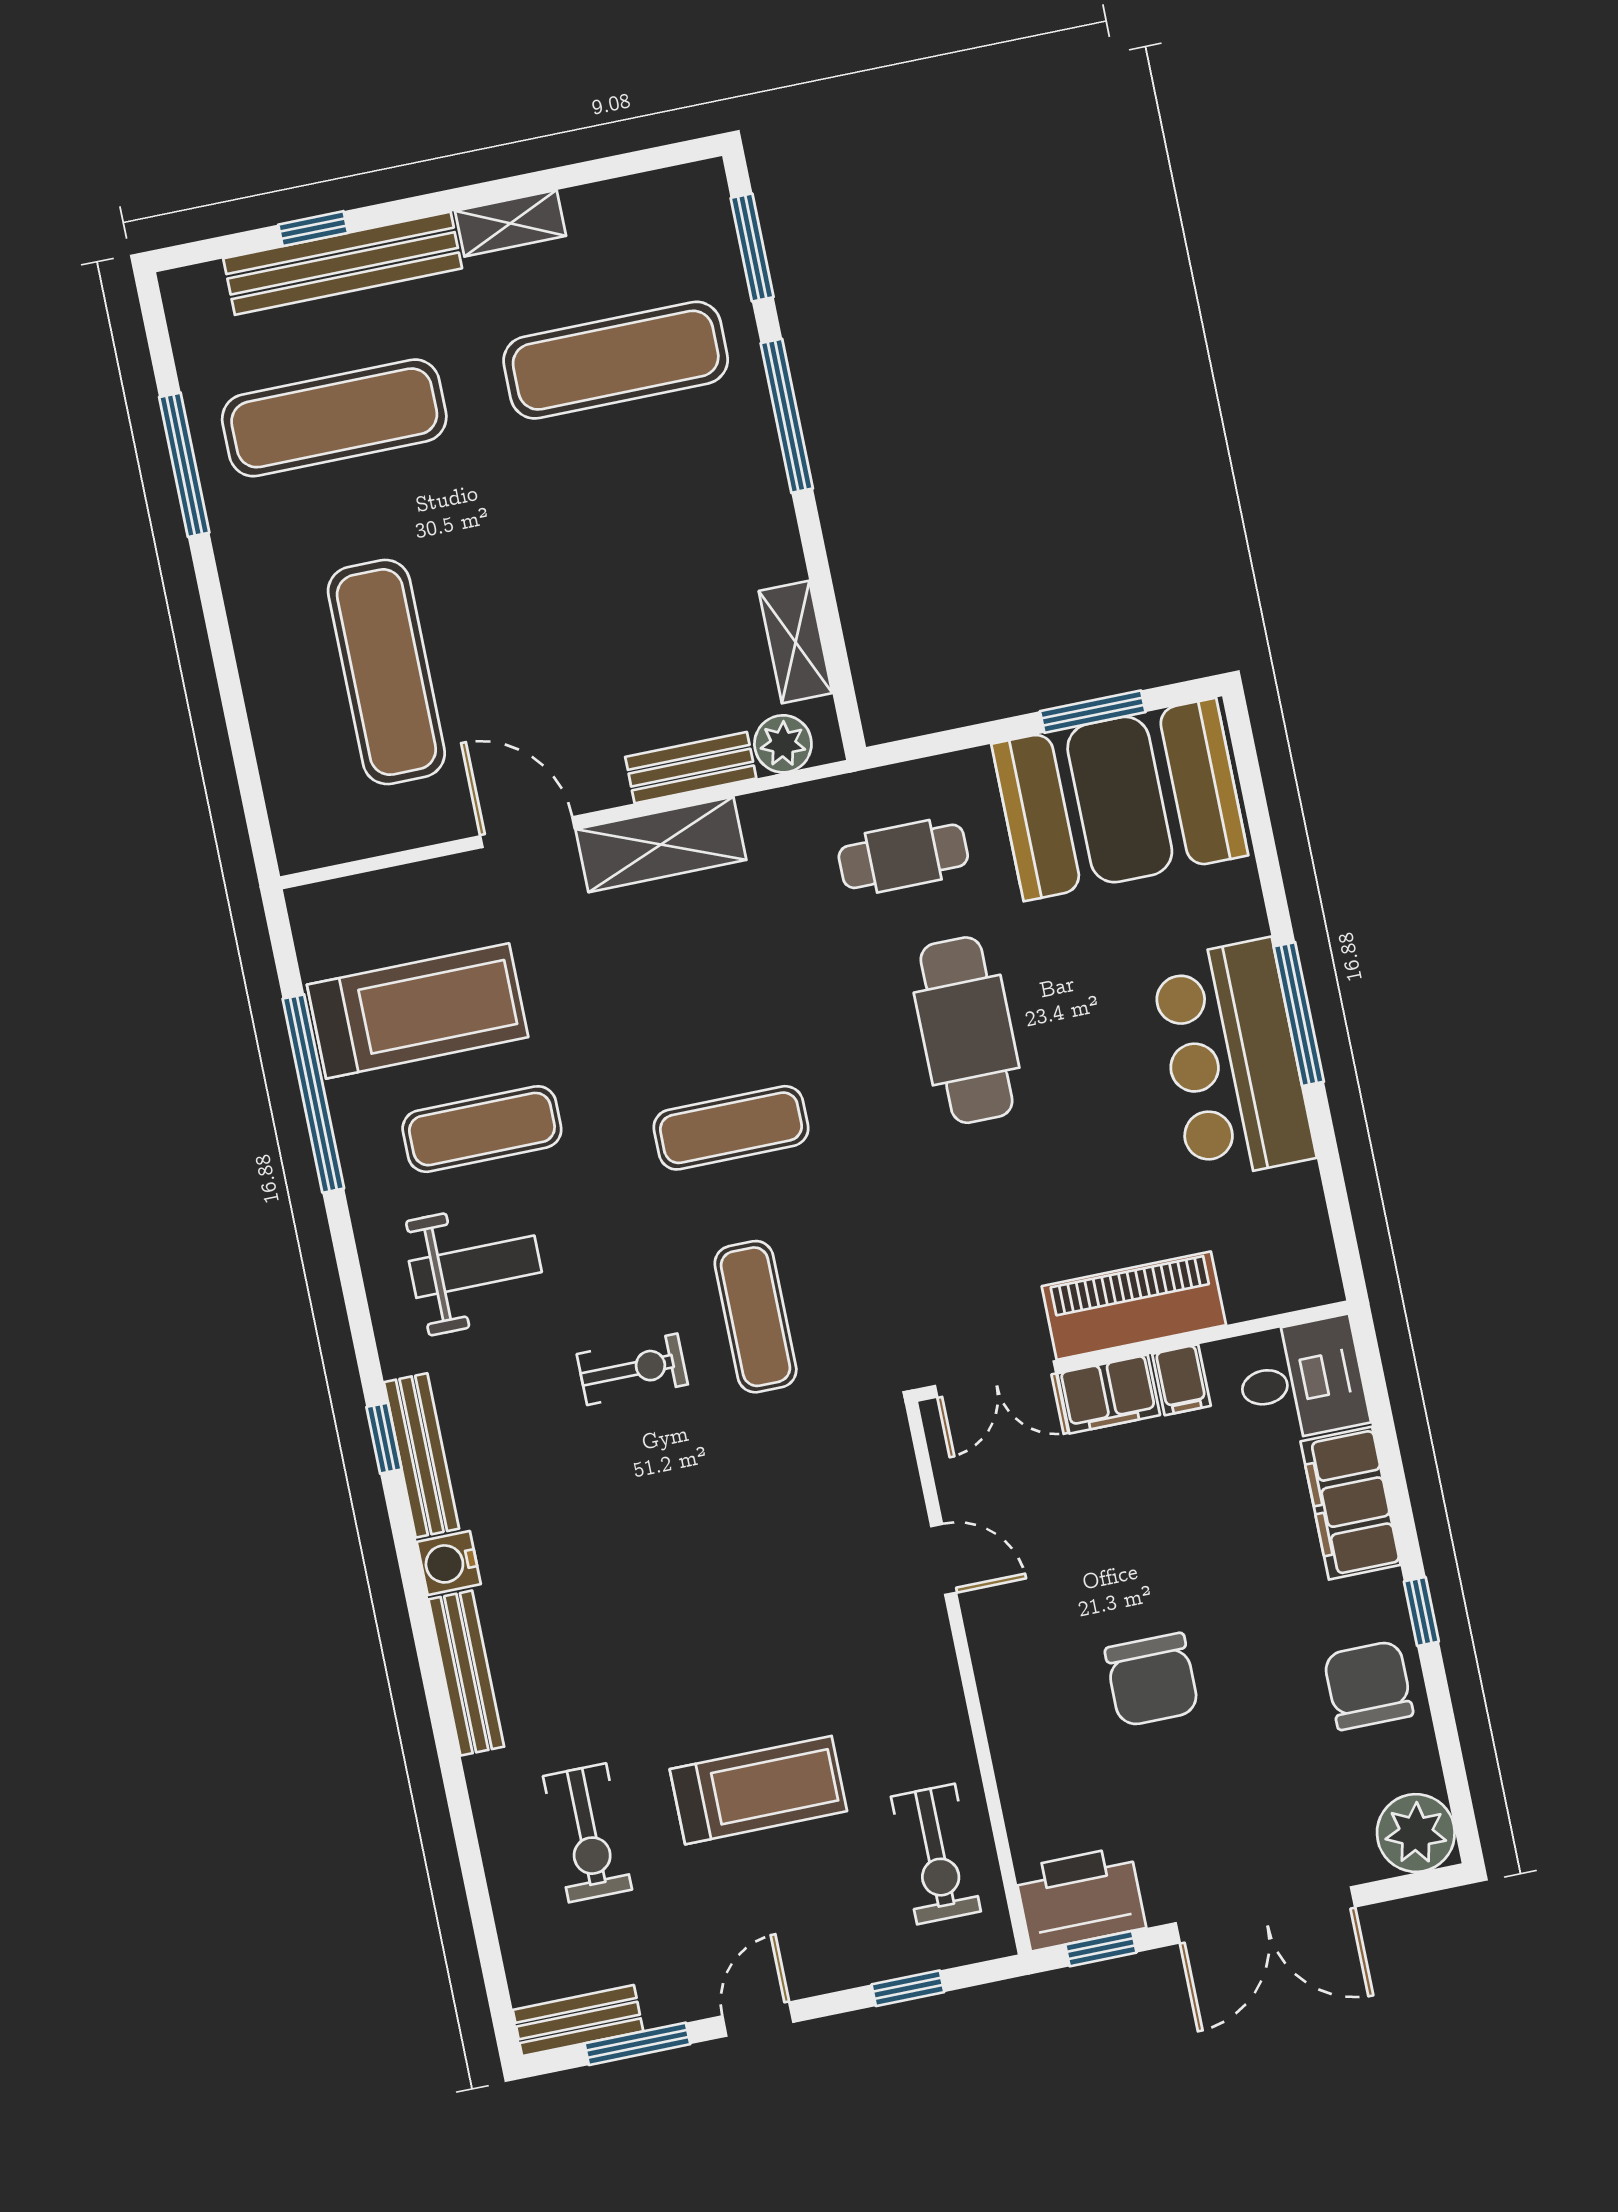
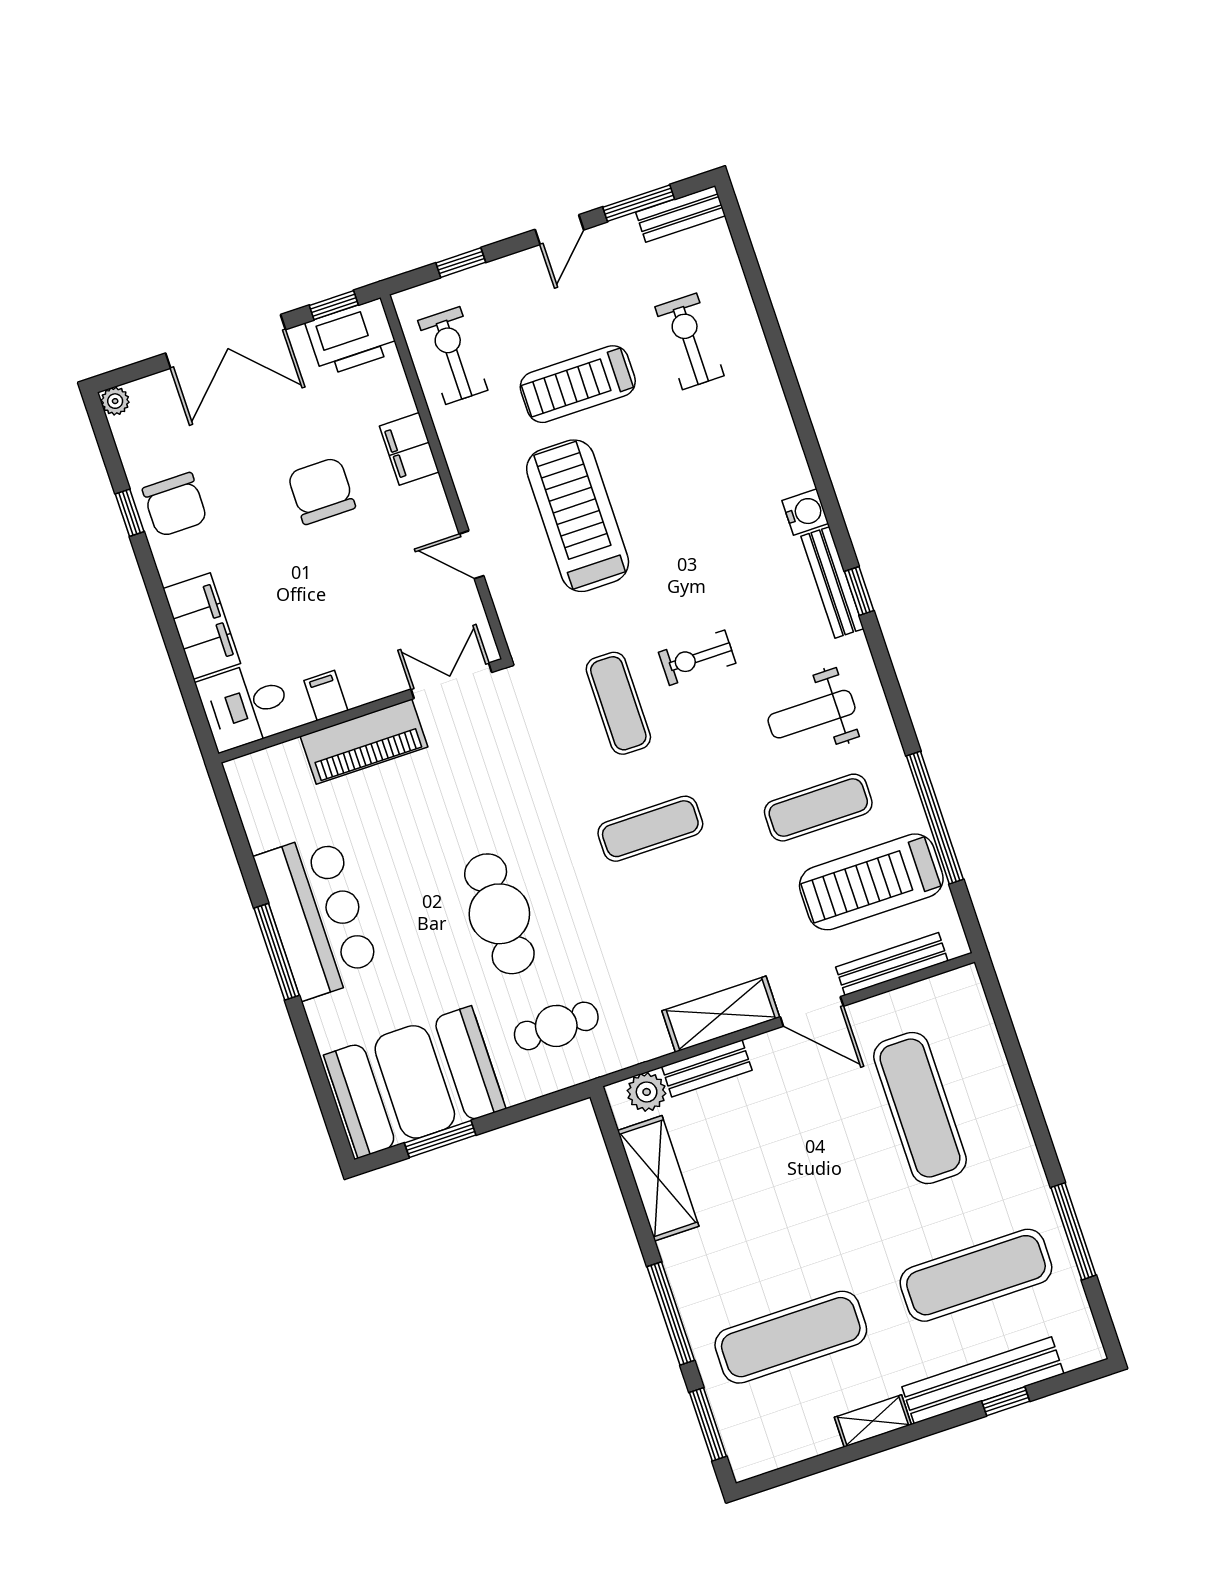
shelving: (796, 642) -> (658, 1178), width x1.50, depth x1.33
filing cabinet: (1109, 1394) -> (409, 449), moved, turned -90
treadmill: (782, 1598) -> (578, 516), added
window: (1421, 1612) -> (130, 513), moved
bench: (466, 1673) -> (892, 964), moved, turned 90
plant: (1416, 1833) -> (115, 401), width x0.53, depth x0.53
double door: (1265, 1915) -> (226, 341), swing flipped

